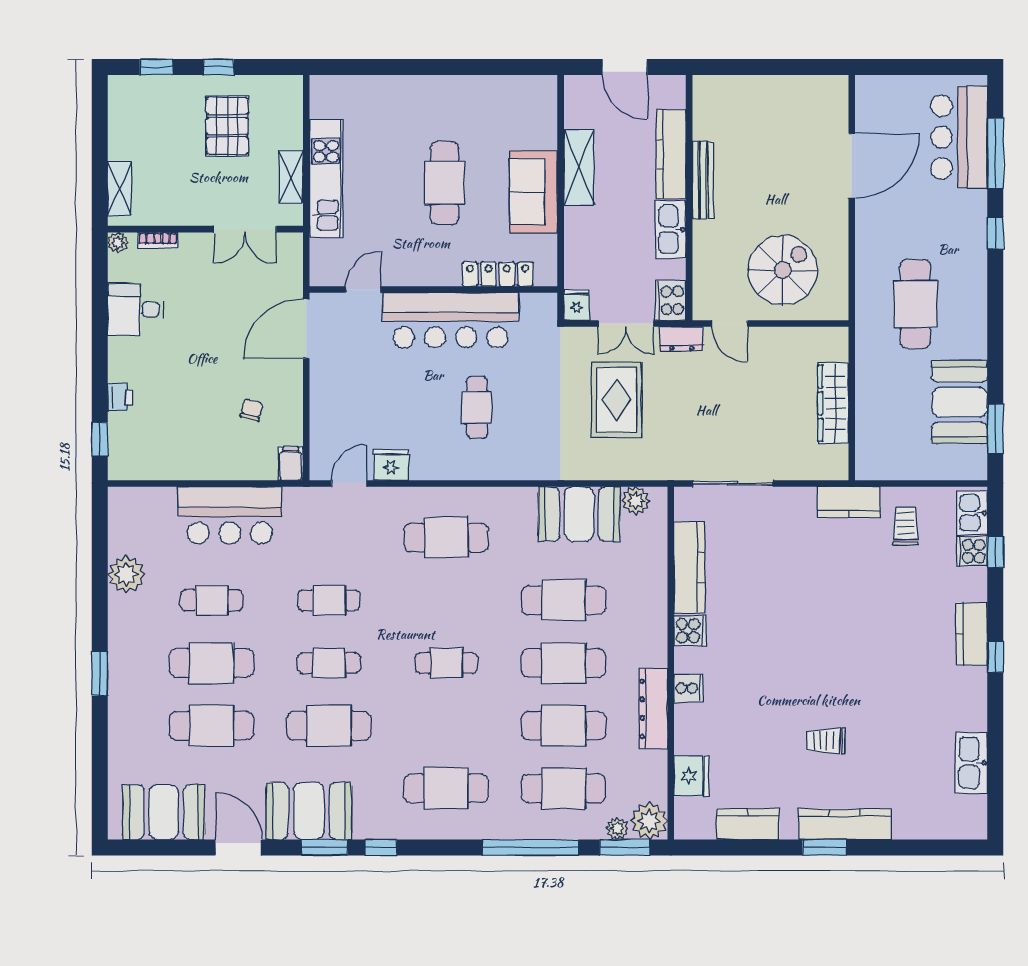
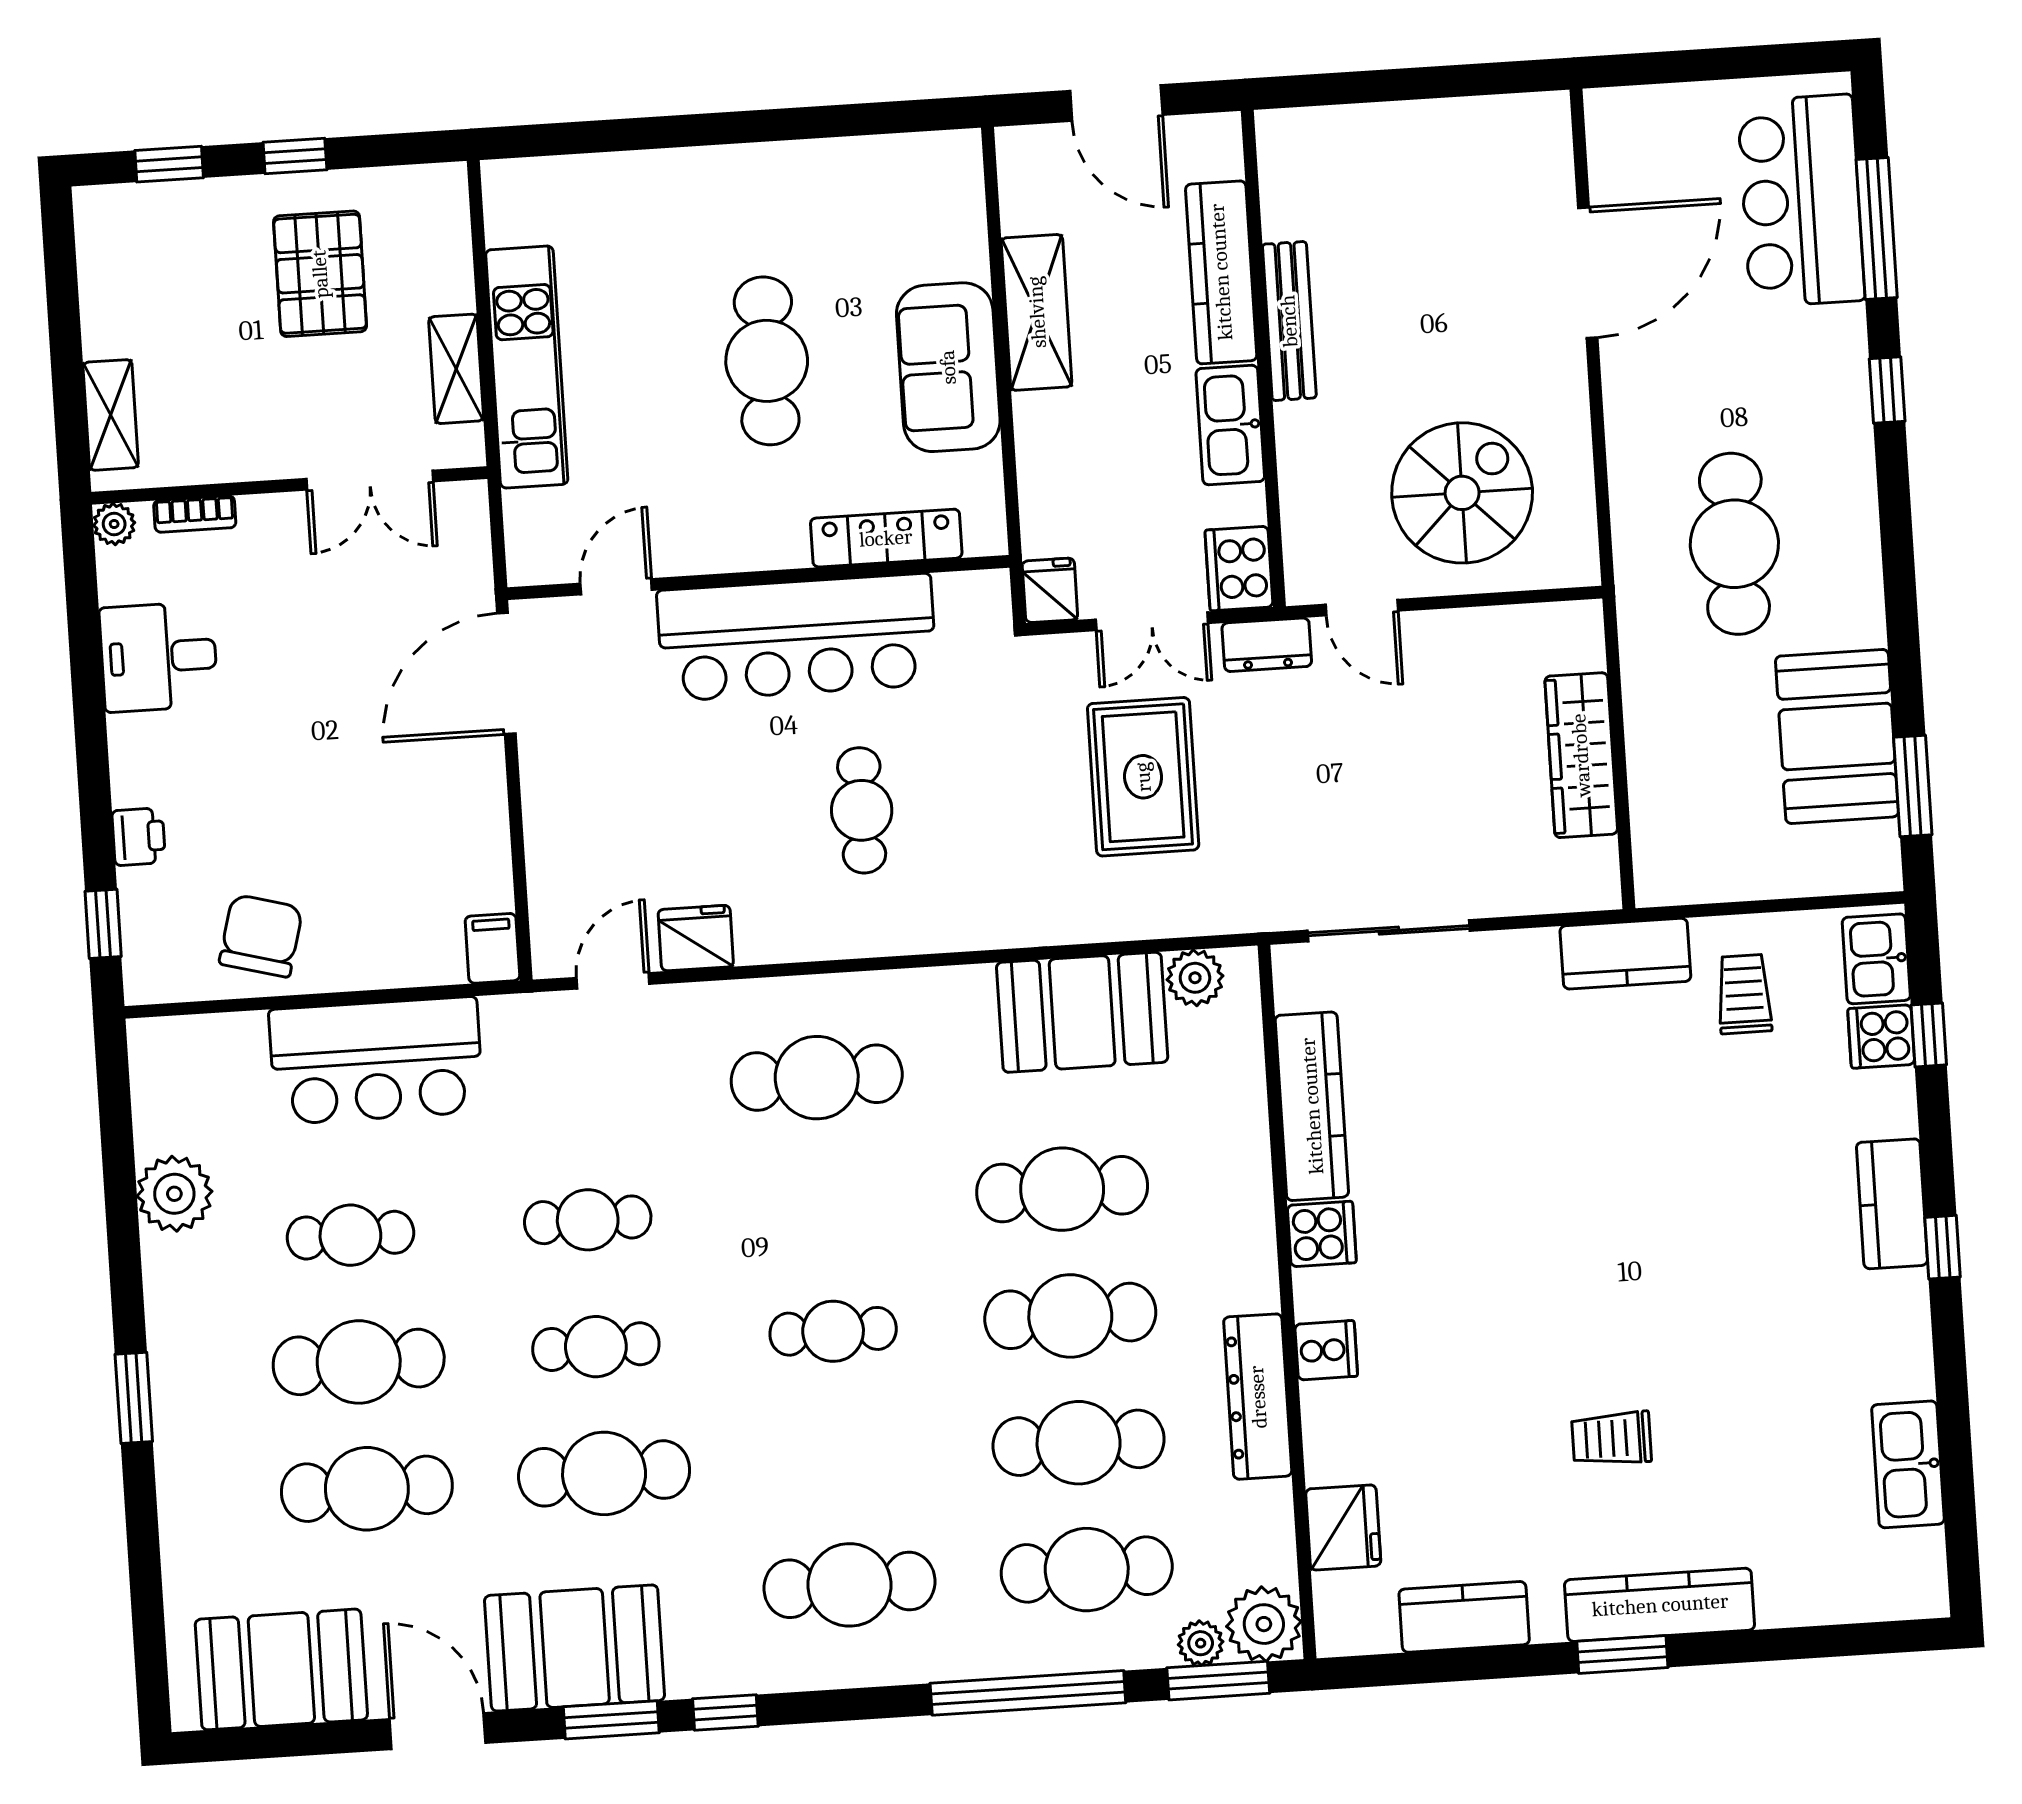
chair: (252, 410) -> (261, 936), moved, width x1.87, depth x1.87

